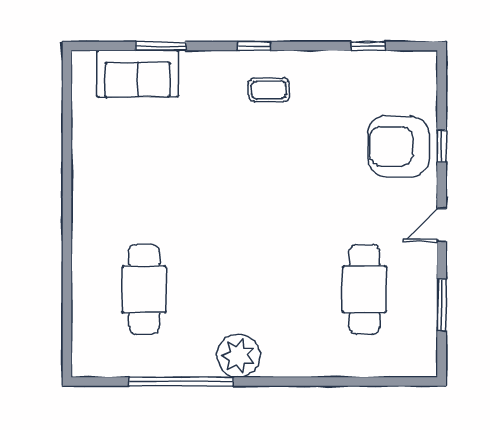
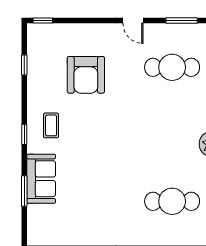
sofa: (137, 74) -> (41, 179), moved
armchair: (398, 146) -> (86, 75), moved
window: (442, 146) -> (43, 20), moved

